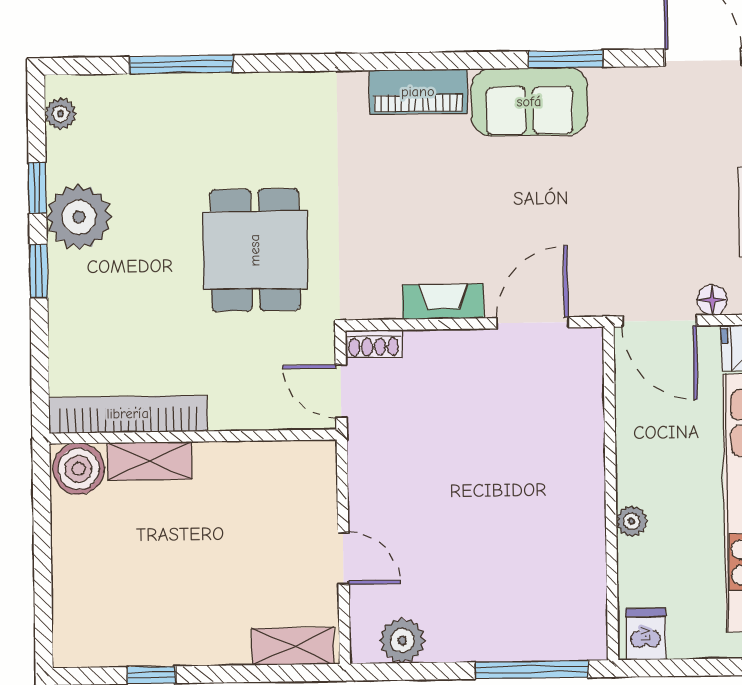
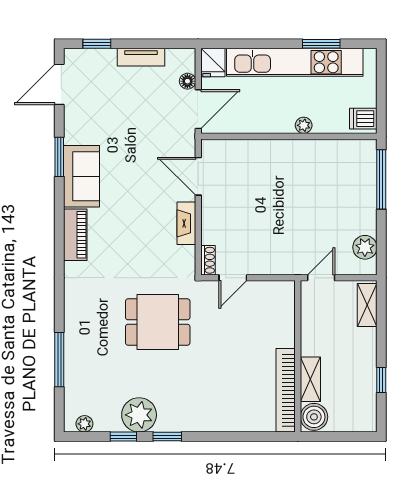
bookcase: (128, 414) -> (286, 390), moved
wall: (193, 436) -> (298, 356), moved
shelving: (150, 461) -> (310, 379), moved
boiler: (79, 469) -> (314, 417), moved

